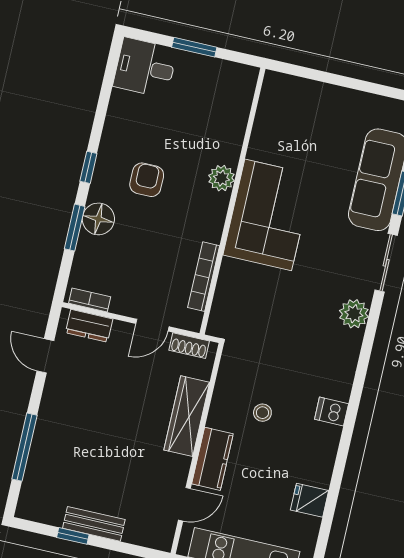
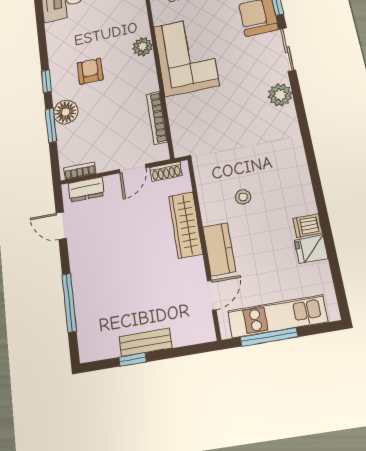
dishwasher: (332, 412) -> (308, 226), moved

